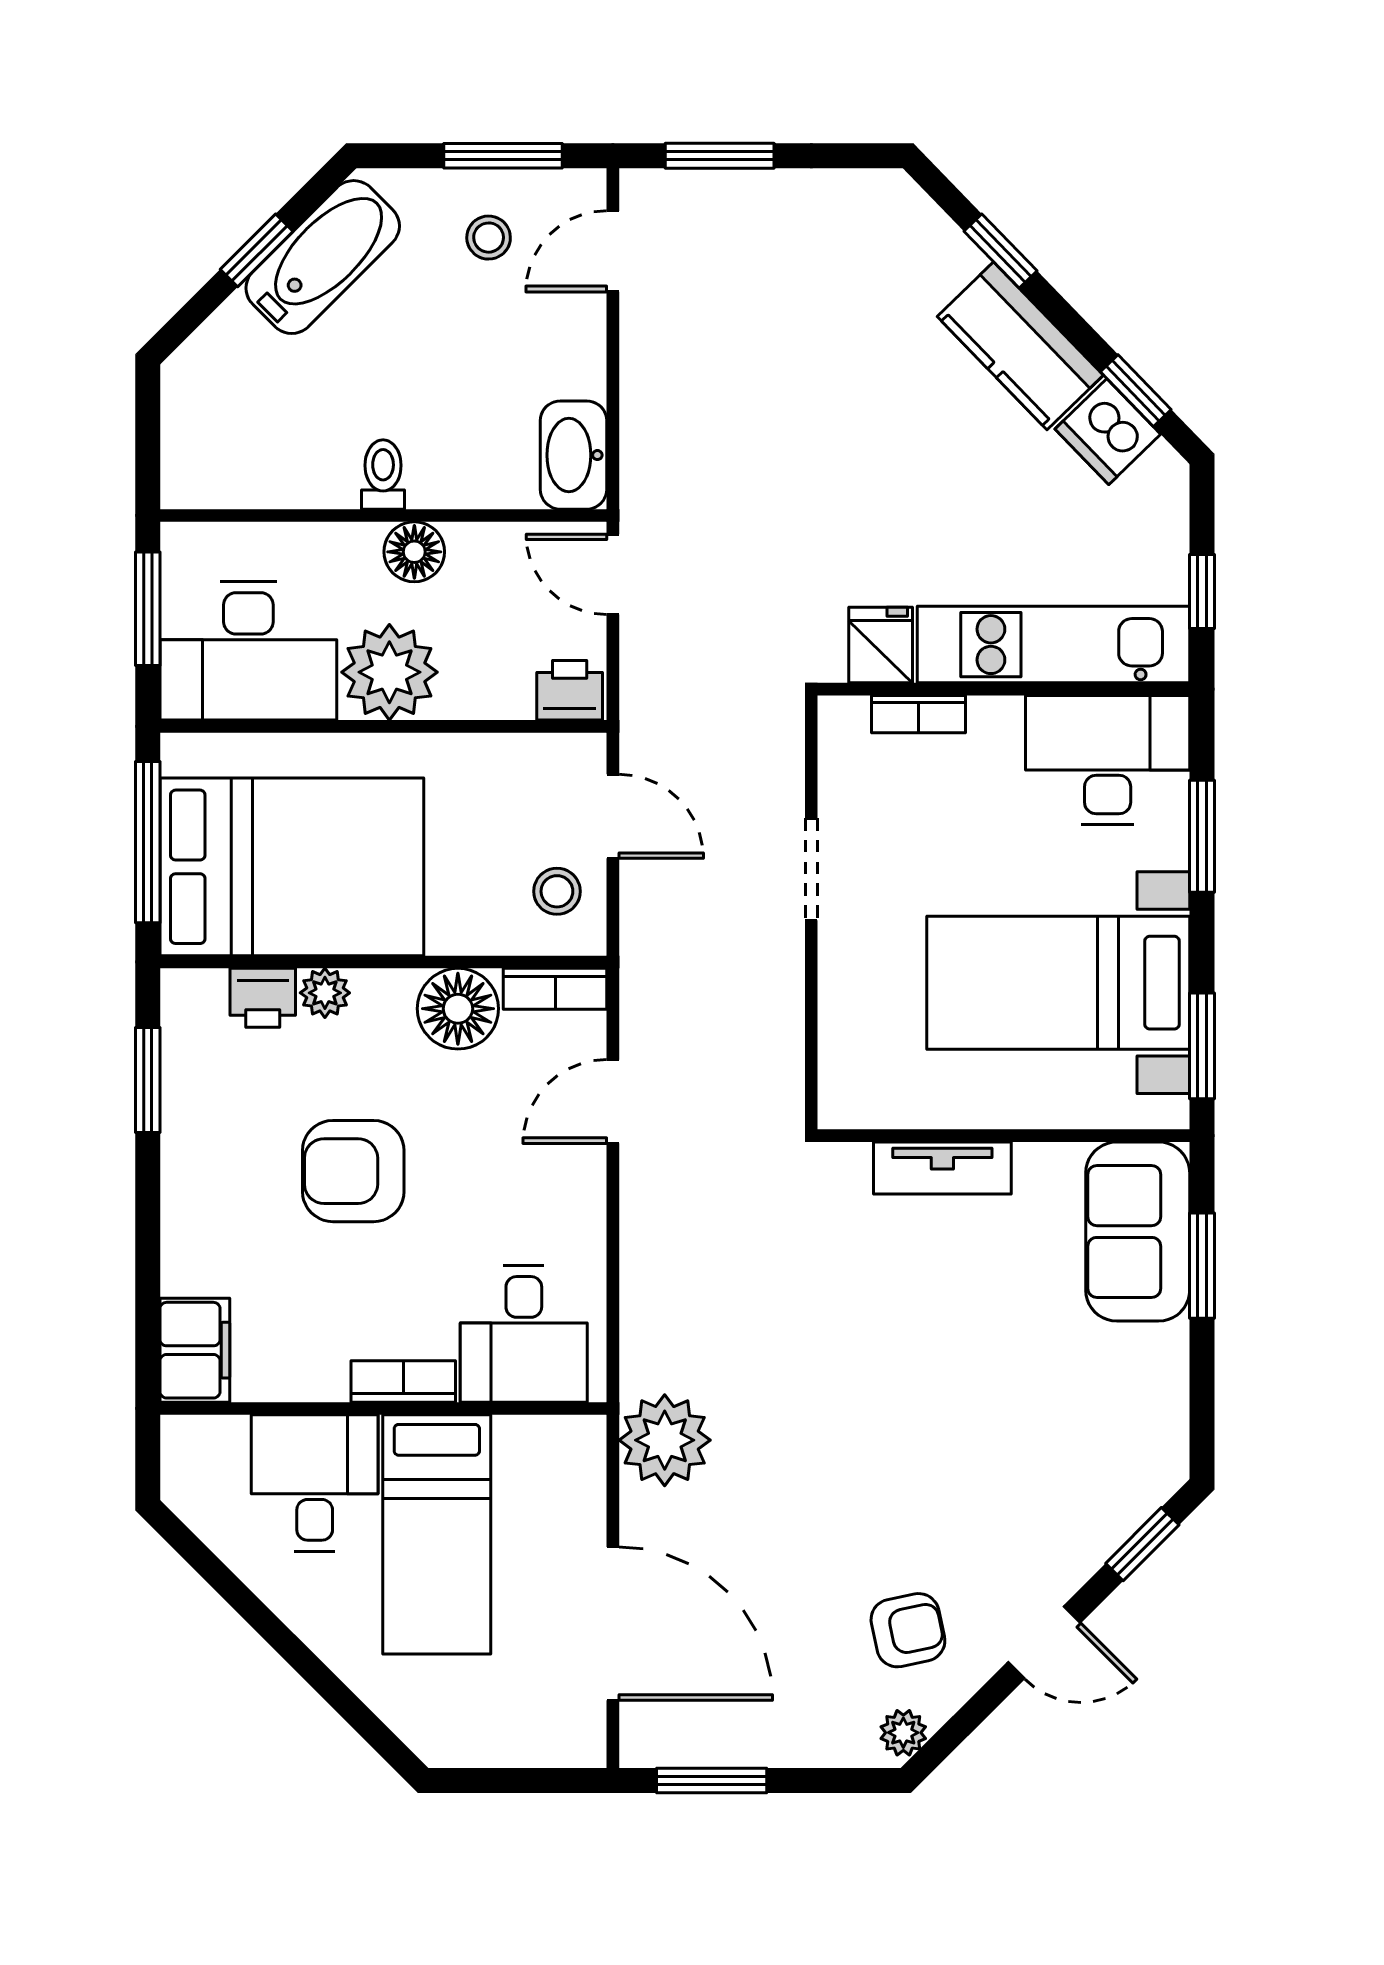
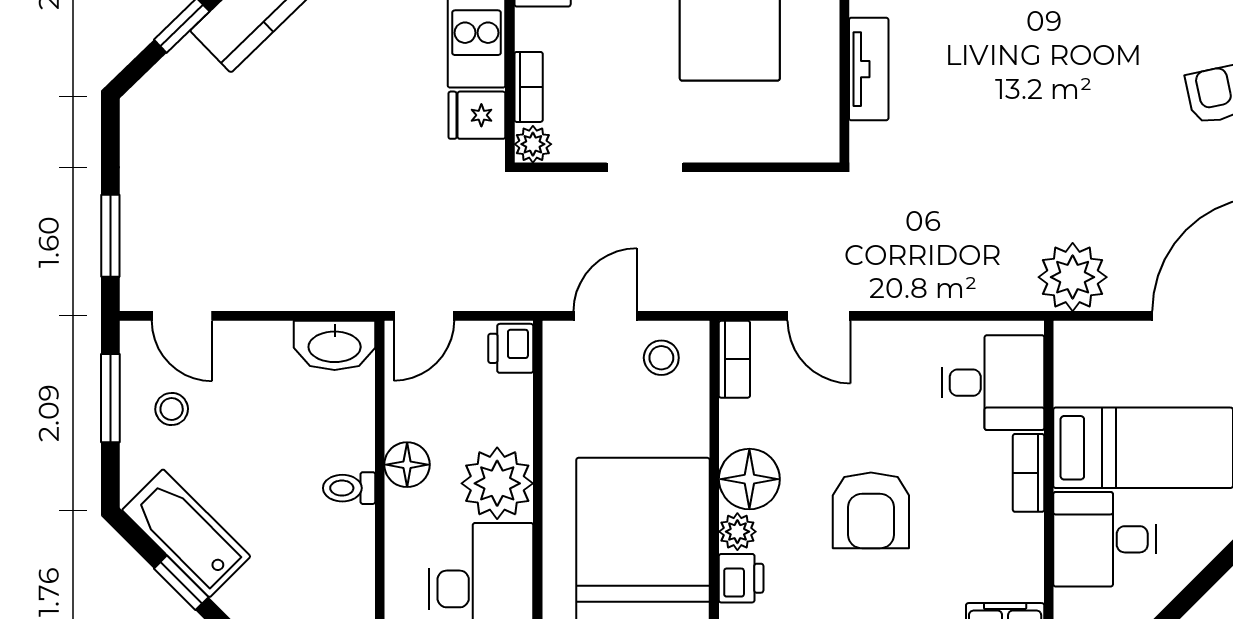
plant: (842, 720) -> (533, 144), added
floor lamp: (458, 1009) -> (749, 479), moved

